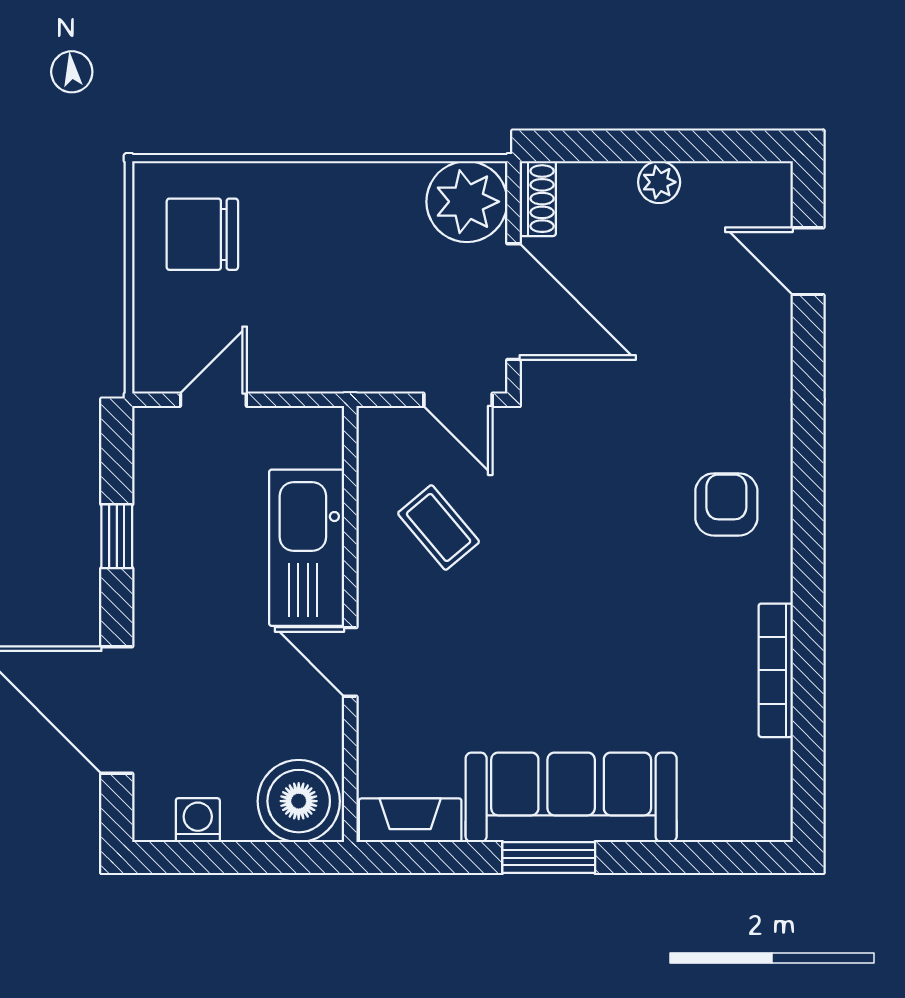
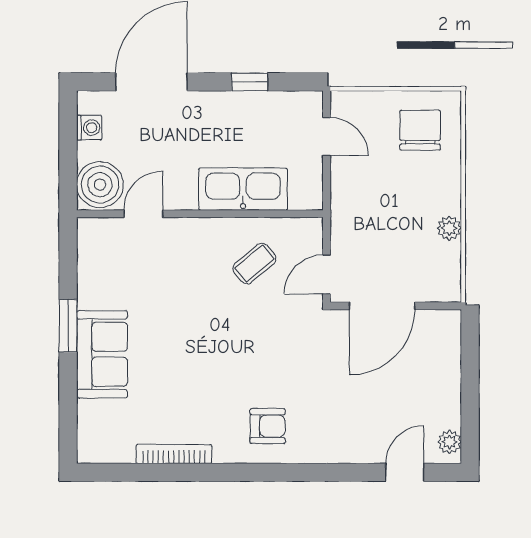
plant: (659, 182) -> (450, 442), moved
shoe rack: (538, 199) -> (440, 320), removed
plant: (467, 202) -> (449, 228), moved, width x0.53, depth x0.53
door: (350, 662) -> (143, 214), moved
sofa: (571, 797) -> (102, 354), width x0.73
fireplace: (410, 820) -> (89, 248), removed

